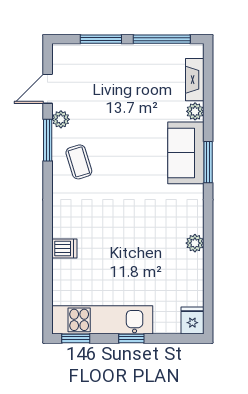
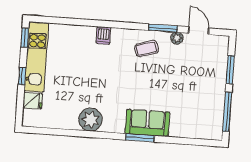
fireplace: (195, 80) -> (198, 133), removed
plant: (195, 111) -> (176, 131), removed
plant: (195, 243) -> (90, 120), width x1.88, depth x1.88
dishwasher: (64, 249) -> (103, 35), moved
fridge: (192, 321) -> (33, 101), moved

